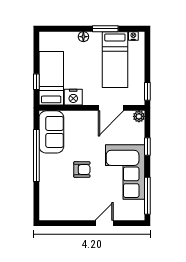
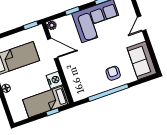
sofa: (51, 132) -> (142, 61), moved, turned -90
armchair: (82, 170) -> (113, 73), moved
door: (104, 223) -> (142, 23), hinge flipped

